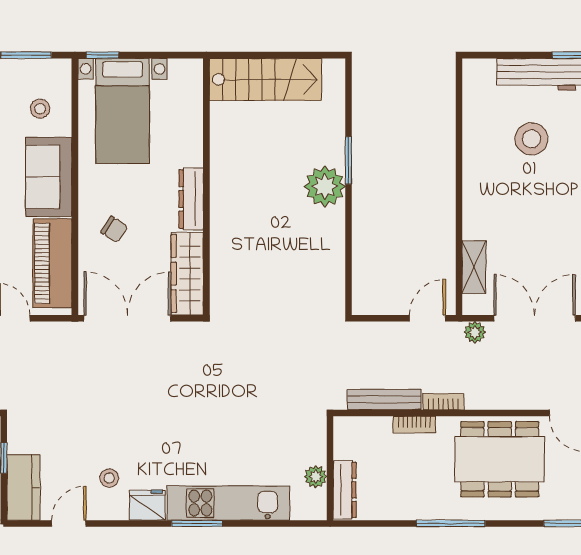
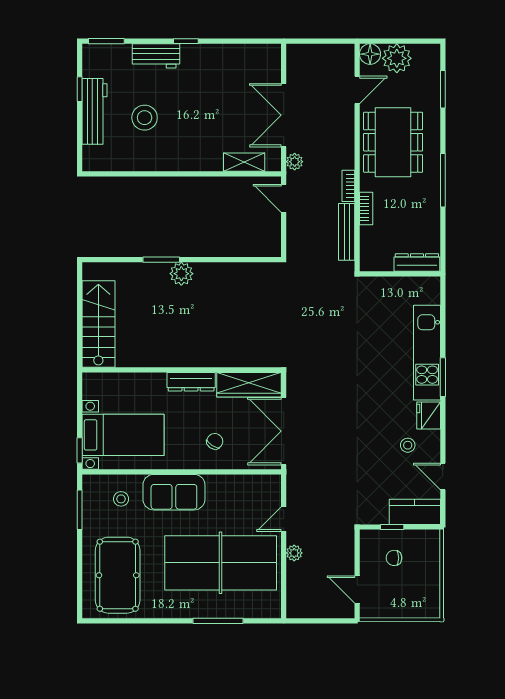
plant: (325, 186) -> (181, 274), width x0.73, depth x0.73
piano: (52, 263) -> (241, 489), removed
plant: (316, 477) -> (407, 285), removed

